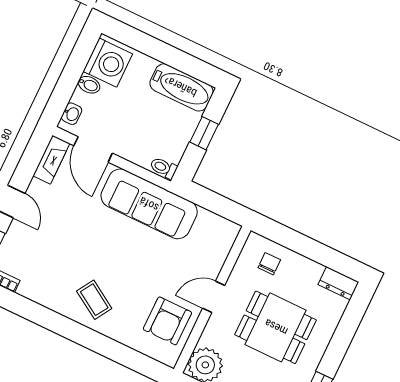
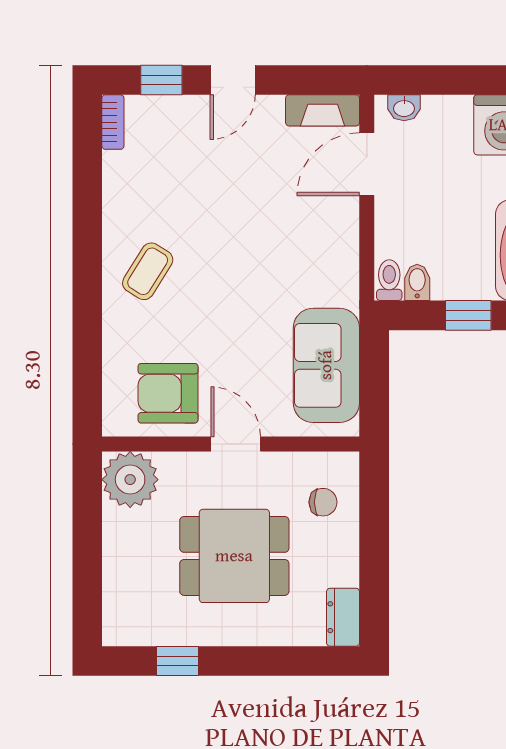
bidet: (89, 85) -> (417, 282), moved, turned 180
sofa: (149, 204) -> (326, 365), moved, width x0.73
dining table: (276, 327) -> (234, 556), turned 90

